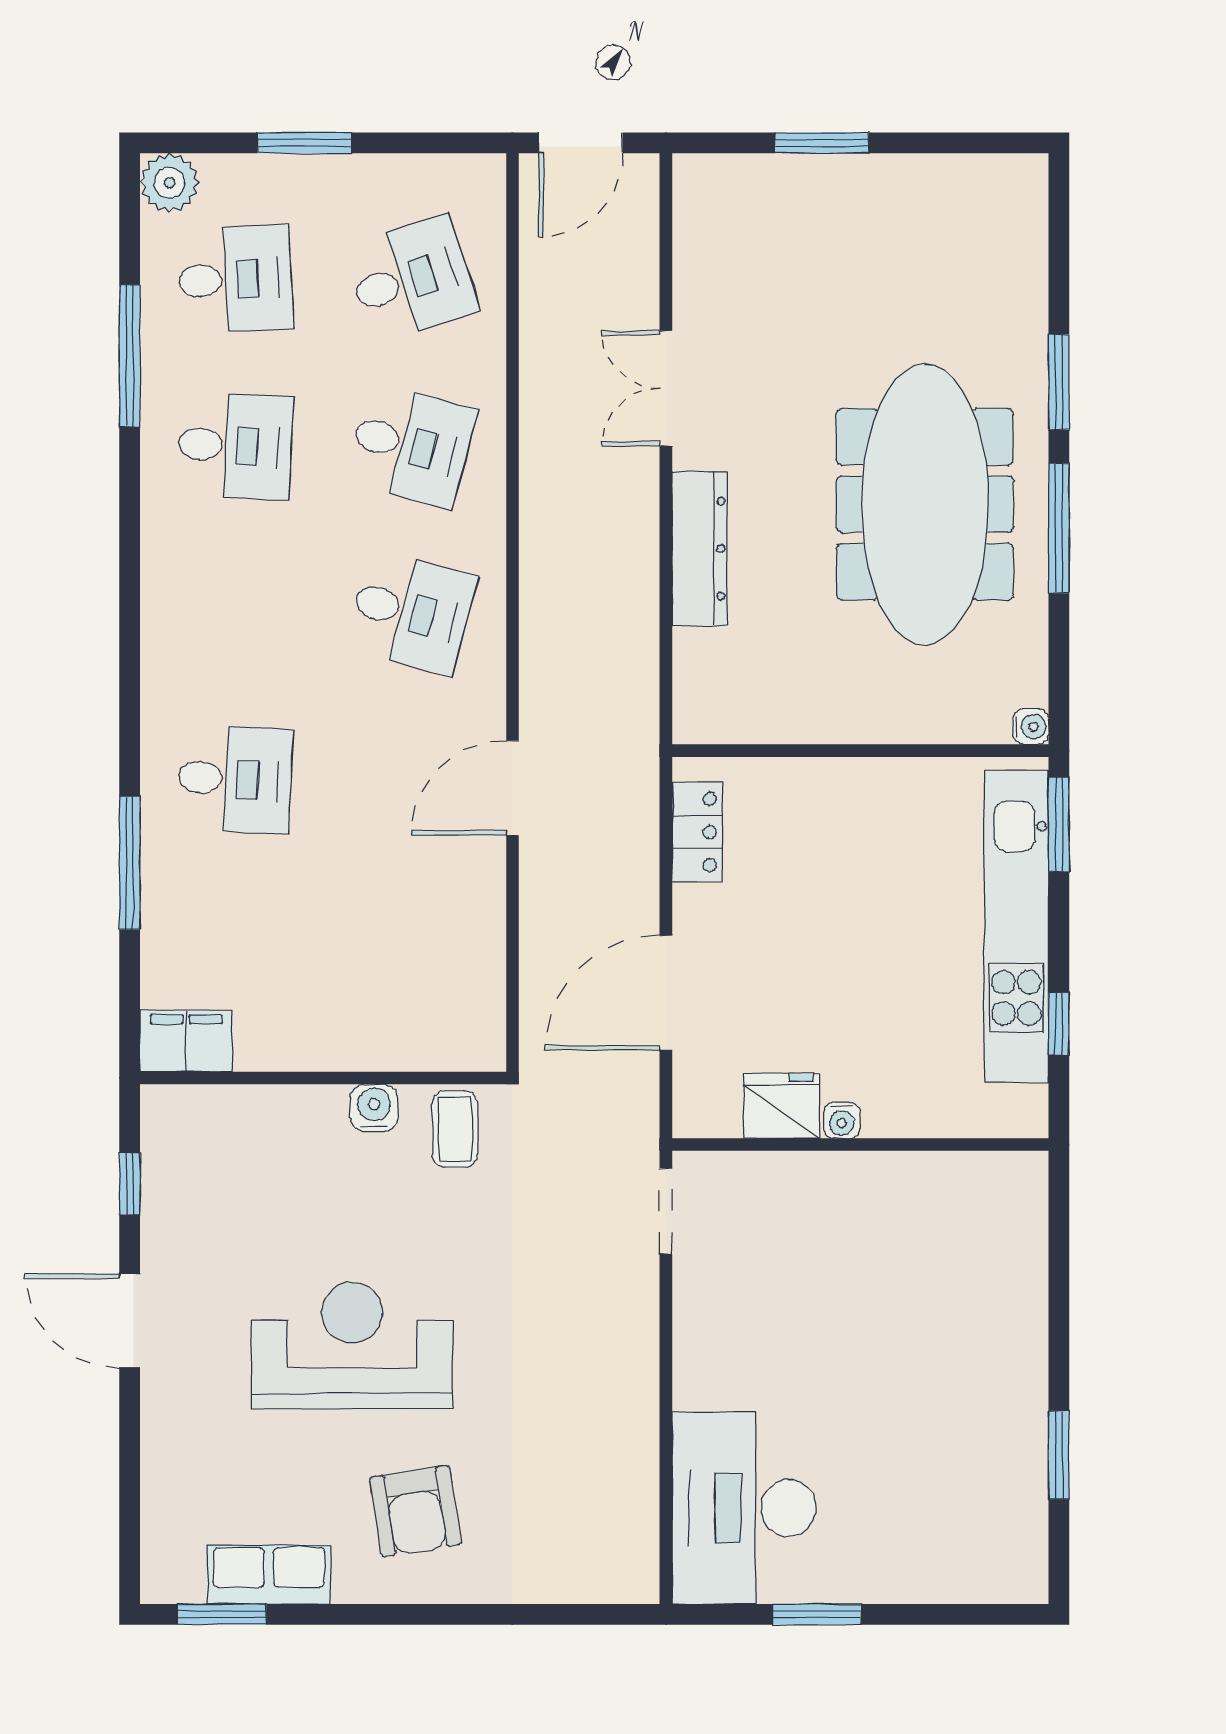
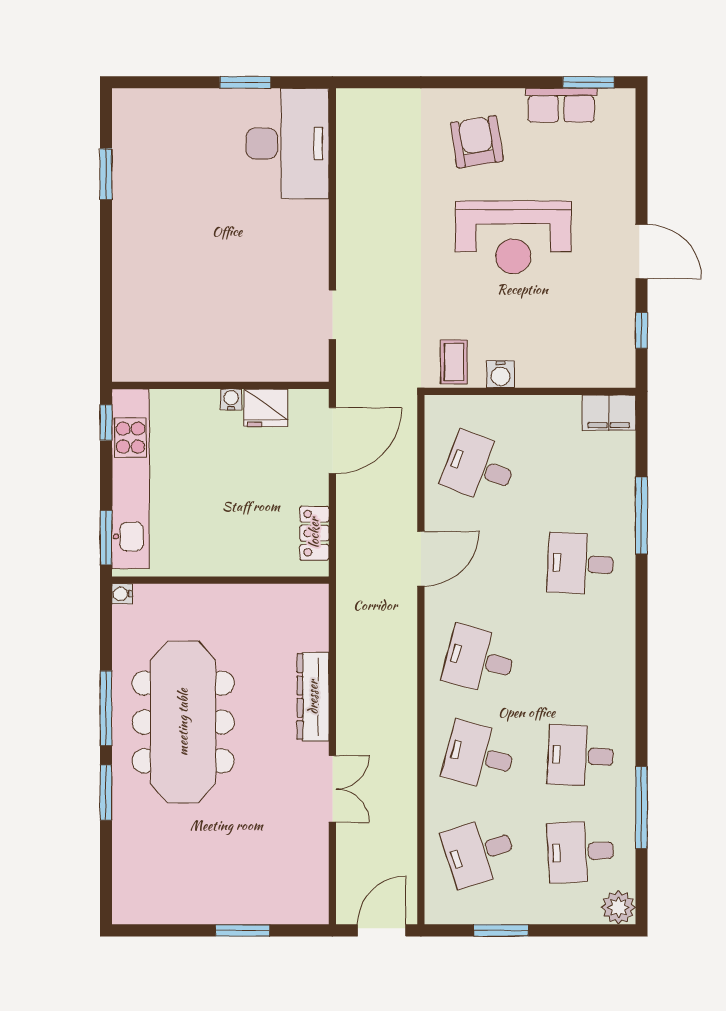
window: (305, 143) -> (501, 930), moved
desk: (411, 946) -> (479, 468), added
fridge: (781, 1106) -> (266, 408), moved
water cooler: (842, 1120) -> (231, 399), moved
wall: (860, 1145) -> (220, 385), moved

